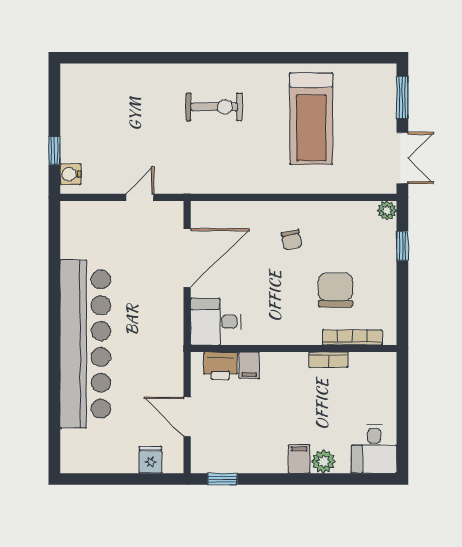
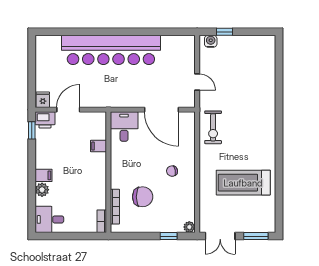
exercise bike: (214, 107) -> (213, 127), moved
bookcase: (329, 360) -> (102, 221), moved
printer: (220, 366) -> (45, 120), moved, turned -90
fridge: (150, 460) -> (43, 100), moved, turned -90

